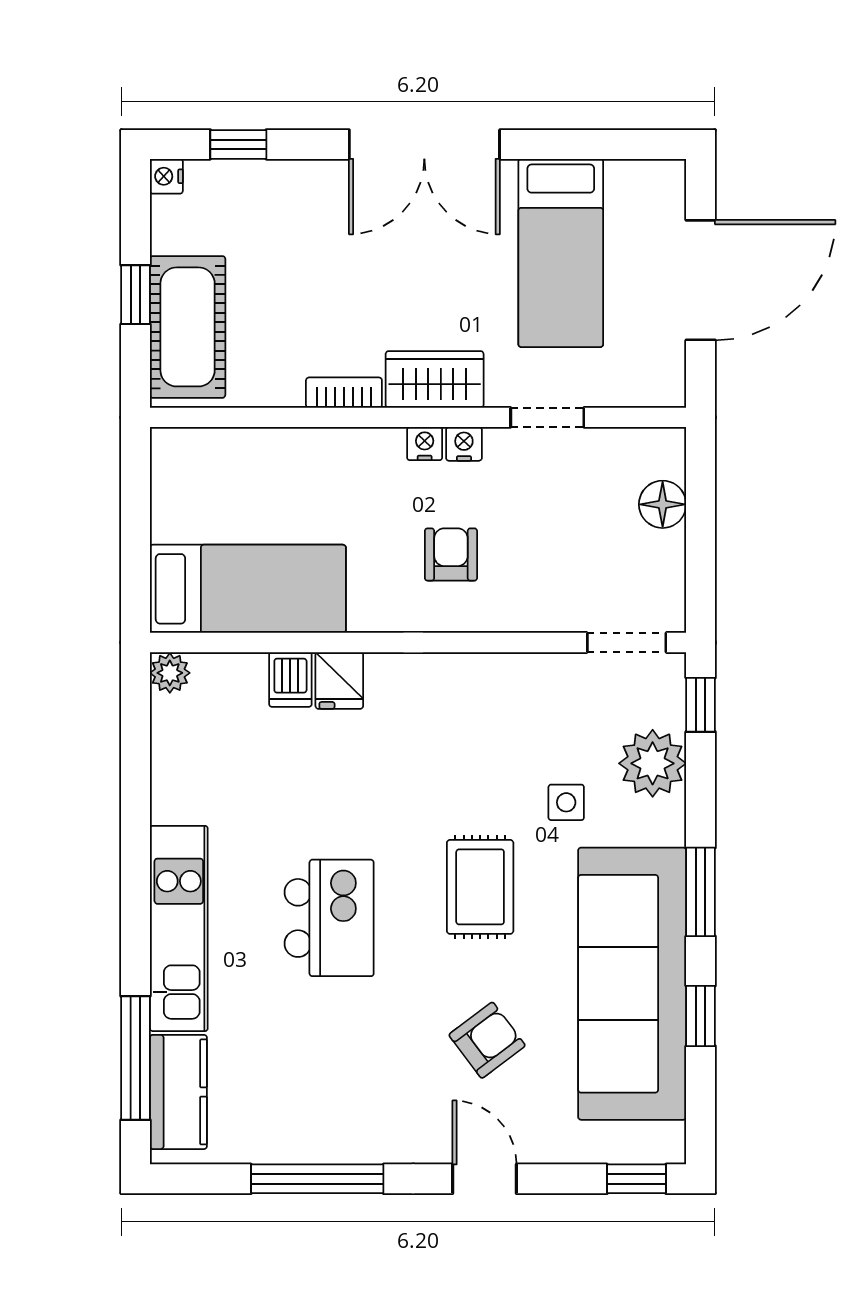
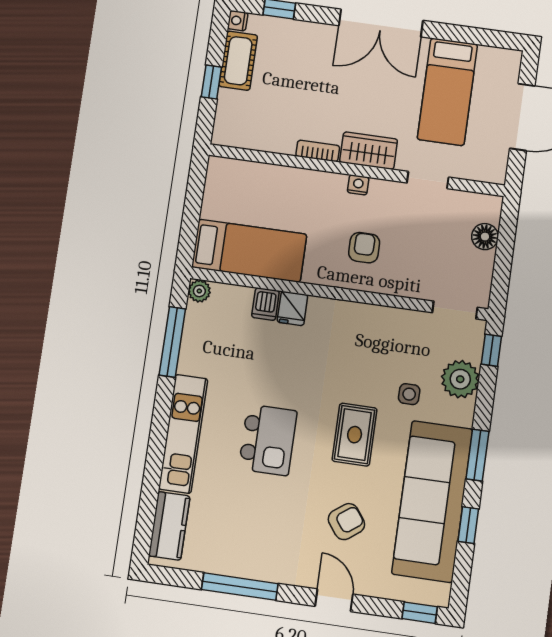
cot: (188, 327) -> (238, 61), moved, width x0.73, depth x0.75
nightstand: (464, 444) -> (380, 188), removed
window: (135, 1058) -> (172, 342), moved

